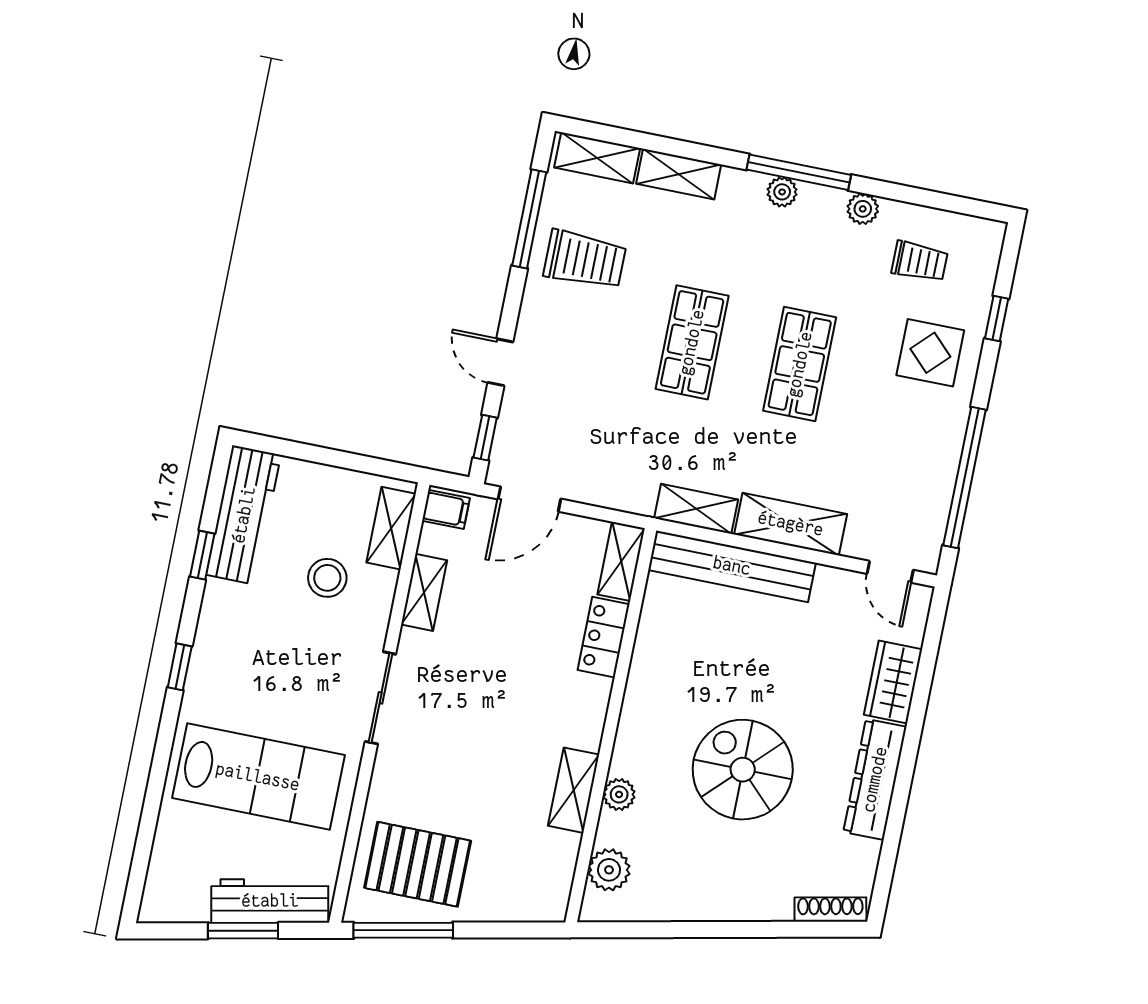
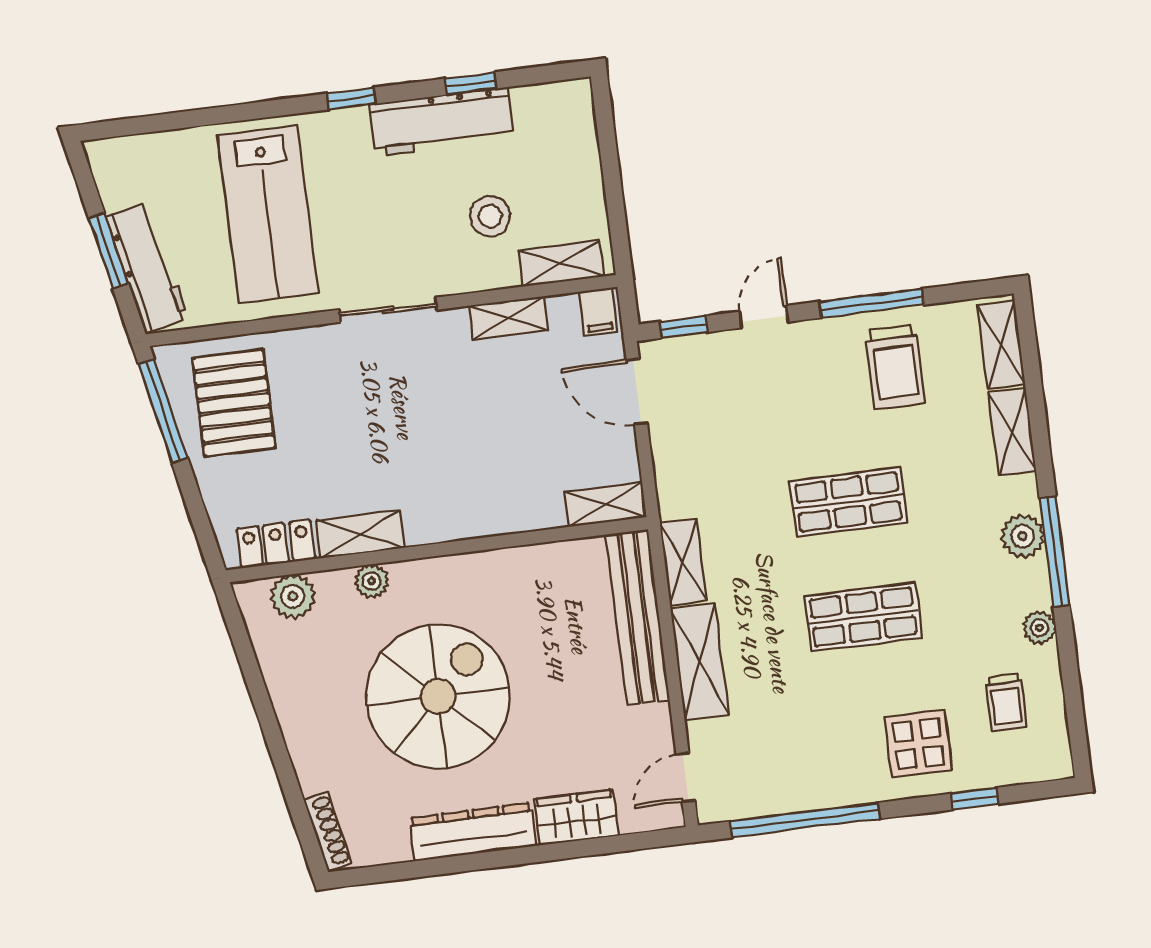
plant: (782, 192) -> (1023, 536), width x1.38, depth x1.38
window: (529, 219) -> (872, 303), moved
workbench: (244, 515) -> (442, 122), moved
locker: (604, 637) -> (276, 544), moved
spiral stairs: (743, 770) -> (438, 696), width x1.37, depth x1.37

